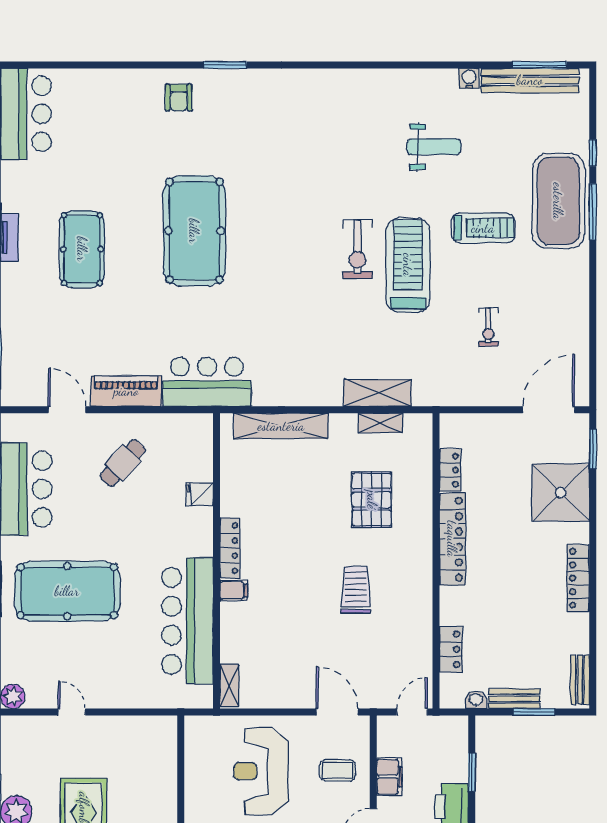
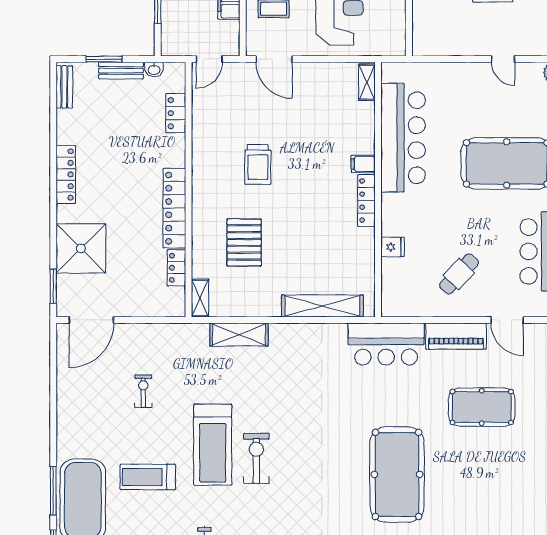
pool table: (82, 249) -> (482, 407), moved, turned 90
shelving: (381, 423) -> (200, 298), moved, turned 90

